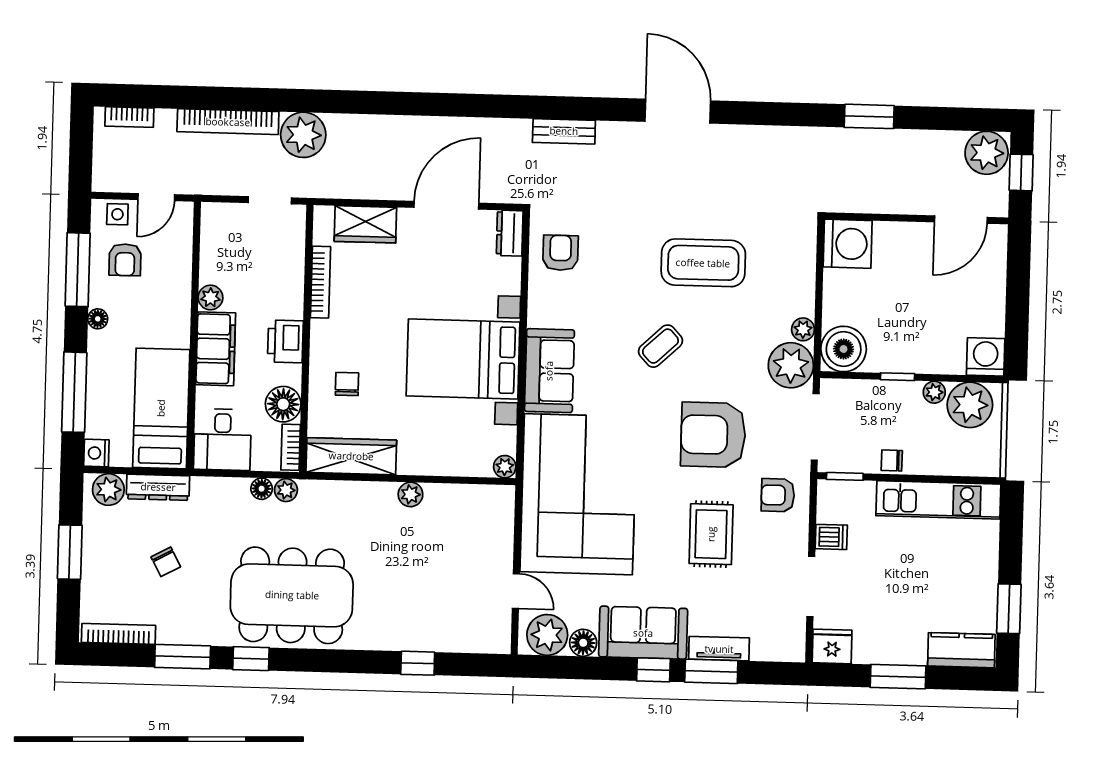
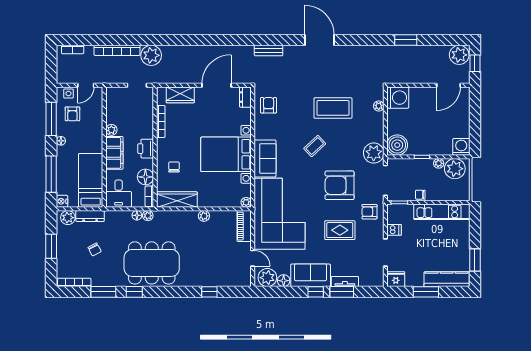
plant: (803, 329) -> (379, 106), moved
piano: (499, 519) -> (244, 226), added
rug: (711, 534) -> (340, 230), turned 90
kitchen counter: (961, 650) -> (447, 279), width x1.50

